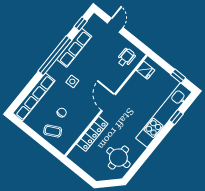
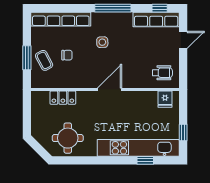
row of seats: (74, 48) -> (156, 19), moved
window: (55, 55) -> (113, 8), width x0.68
locker: (92, 134) -> (63, 98), width x0.66
window: (41, 141) -> (27, 58), added

